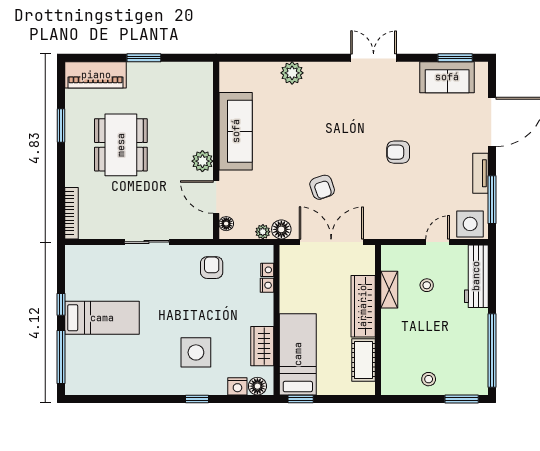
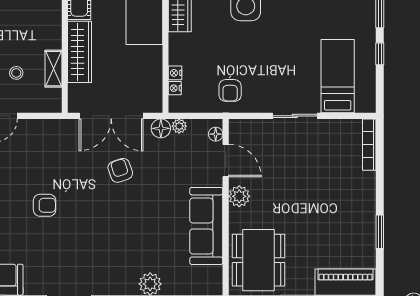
dining table: (121, 145) -> (259, 260), moved
bed: (102, 318) -> (338, 76), moved, turned 90

